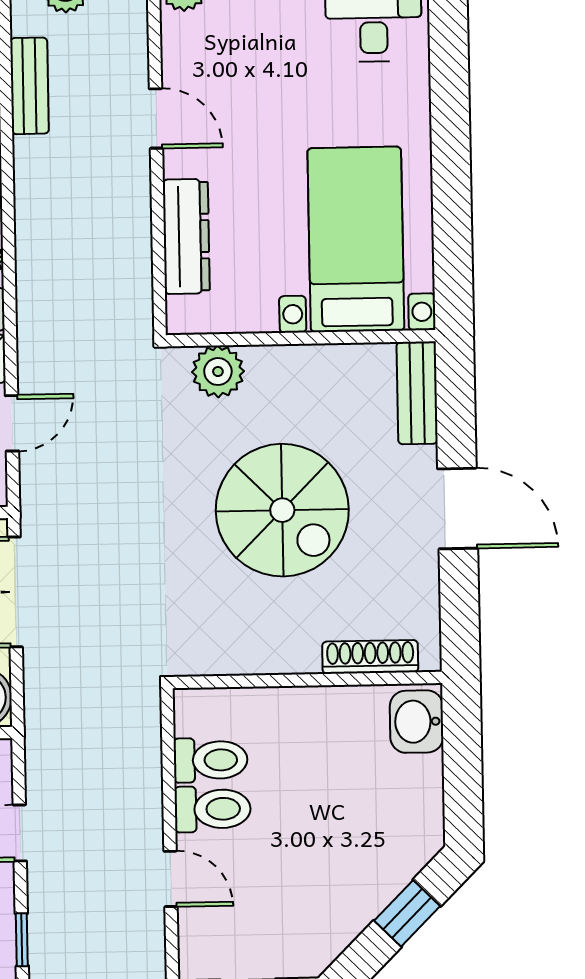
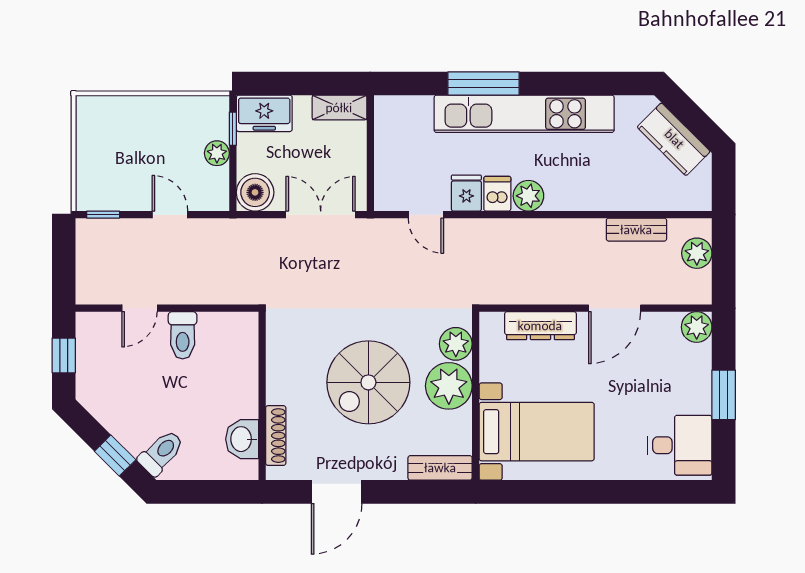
door: (156, 118) -> (615, 308), width x1.38
plant: (285, 381) -> (449, 386), added
door: (458, 508) -> (337, 492), moved
washbasin: (417, 722) -> (242, 439), moved, turned -90
toilet: (211, 760) -> (161, 453), moved, turned -135

